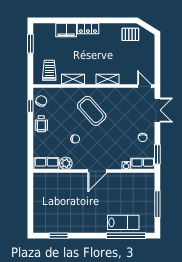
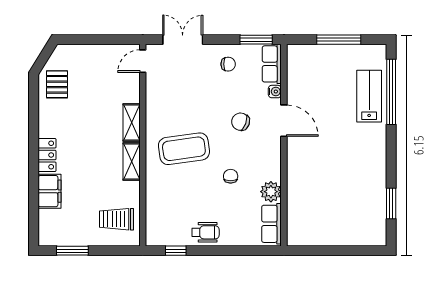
shelving: (73, 79) -> (132, 162), moved
chair: (41, 101) -> (241, 122), moved
coffee table: (92, 111) -> (184, 149), turned 34
door: (97, 171) -> (284, 121), moved

